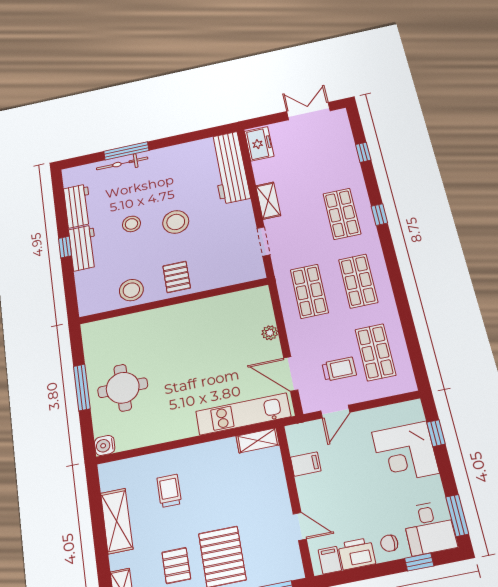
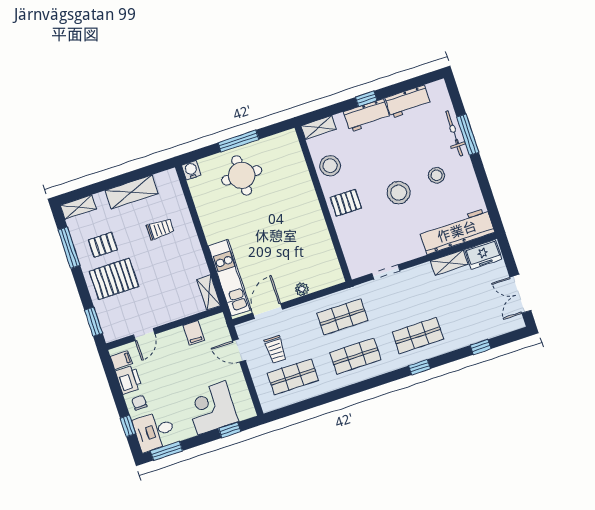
double door: (308, 111) -> (520, 294), swing flipped
shelving: (268, 201) -> (449, 263), moved
stool: (131, 224) -> (436, 175), moved
shelving: (86, 299) -> (318, 127), added

